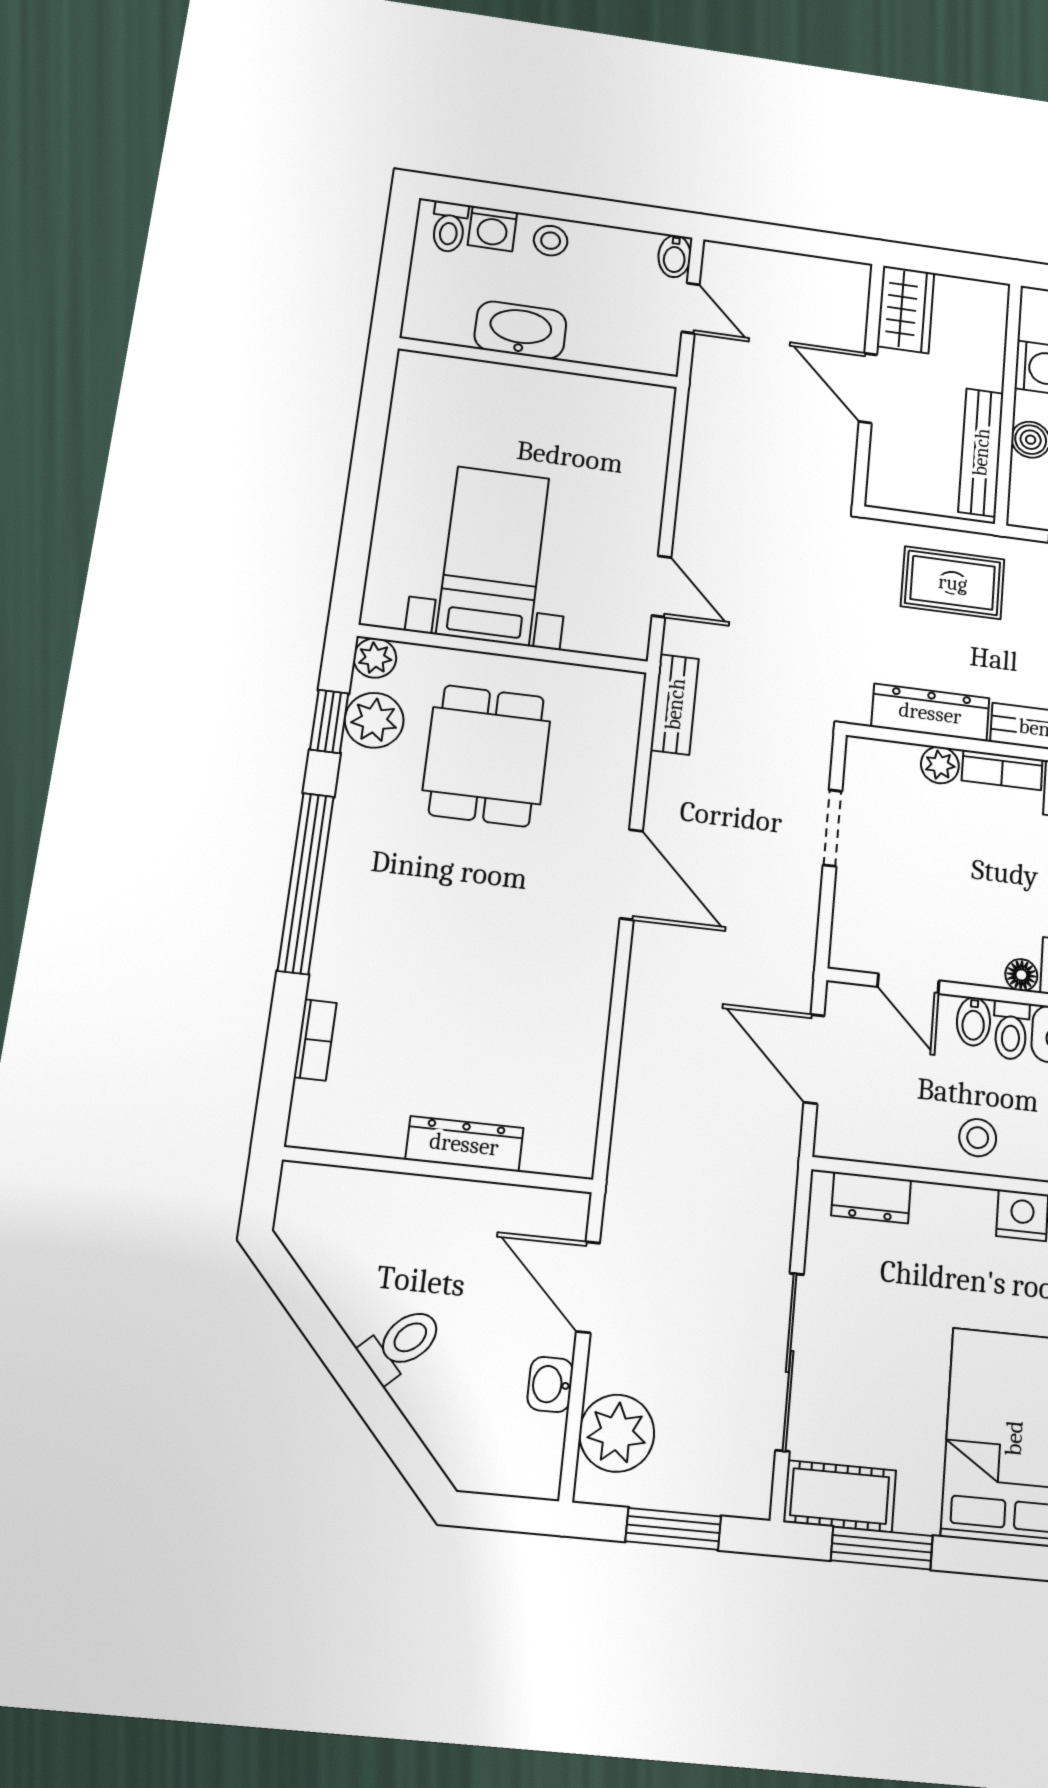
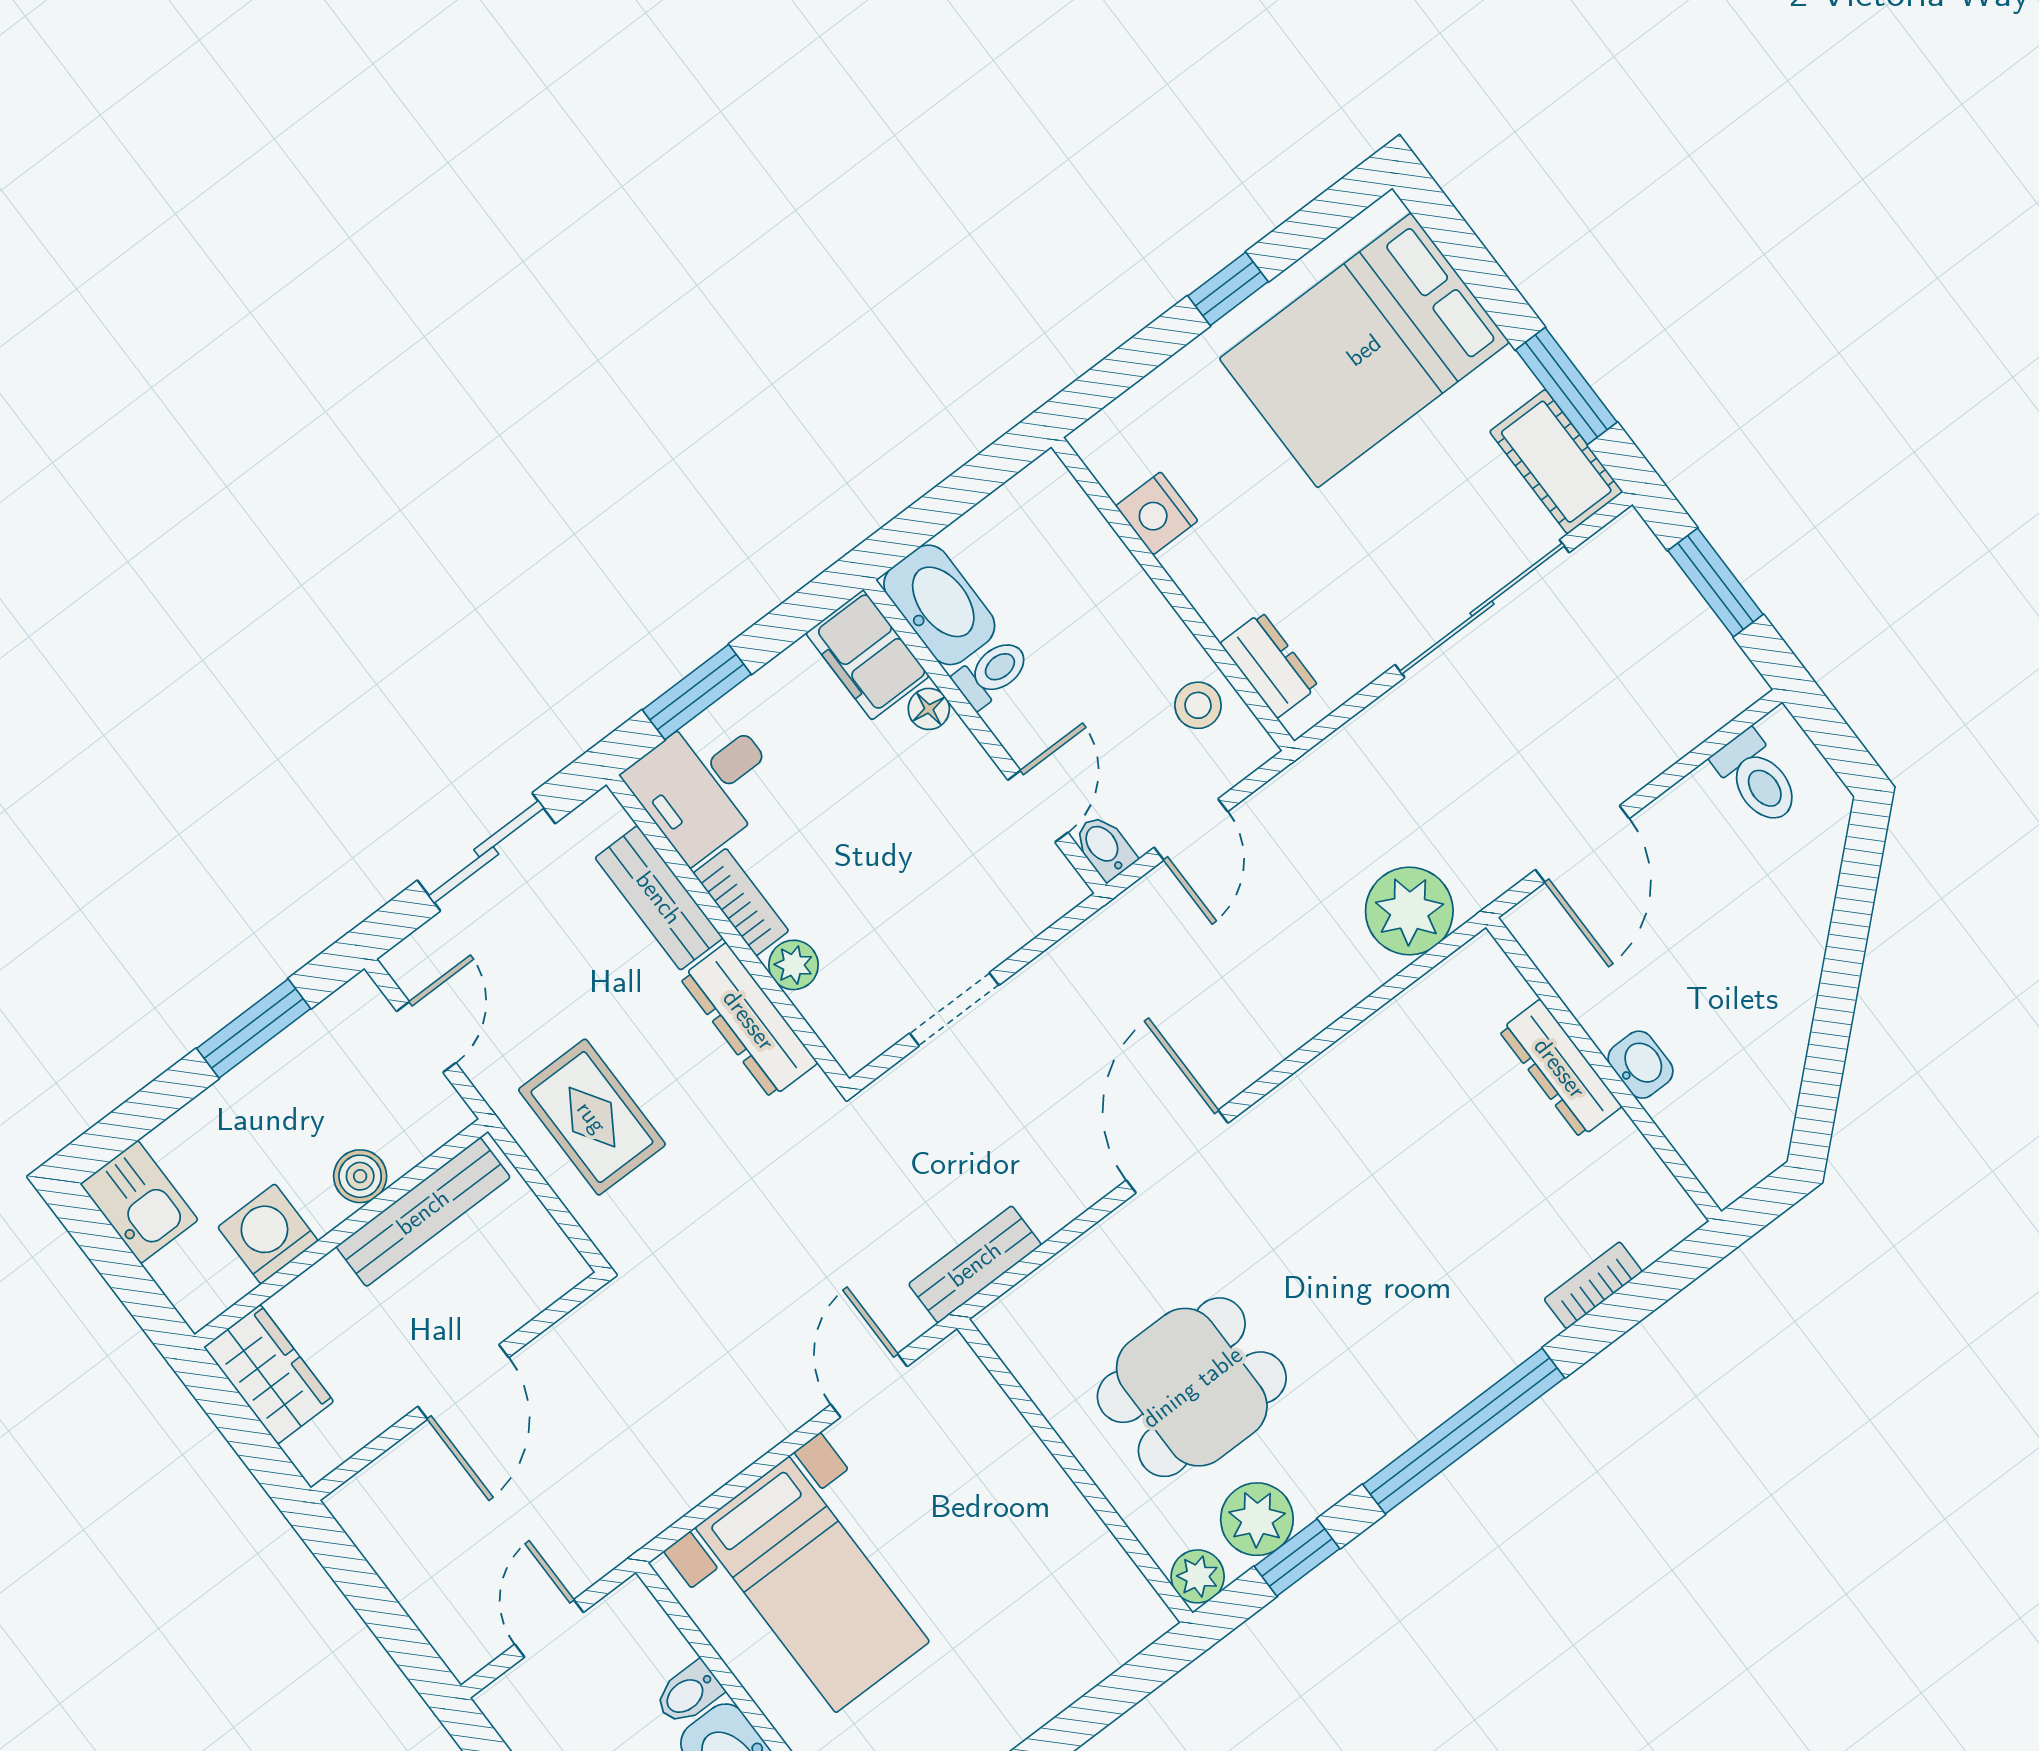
bidet: (675, 256) -> (688, 1693), moved, turned 180
wardrobe: (906, 309) -> (269, 1374), moved, turned 90
bed with nightstands: (493, 556) -> (812, 1585), moved, turned -90
bidet: (973, 1021) -> (1104, 847), moved, turned -90
door: (814, 1059) -> (1191, 830), width x0.73
stool: (978, 1138) -> (1198, 705), moved
toilet: (401, 1344) -> (1757, 778), moved, turned -138
washbasin: (550, 1384) -> (1641, 1065), moved, turned -90
plant: (617, 1433) -> (1409, 911), moved

